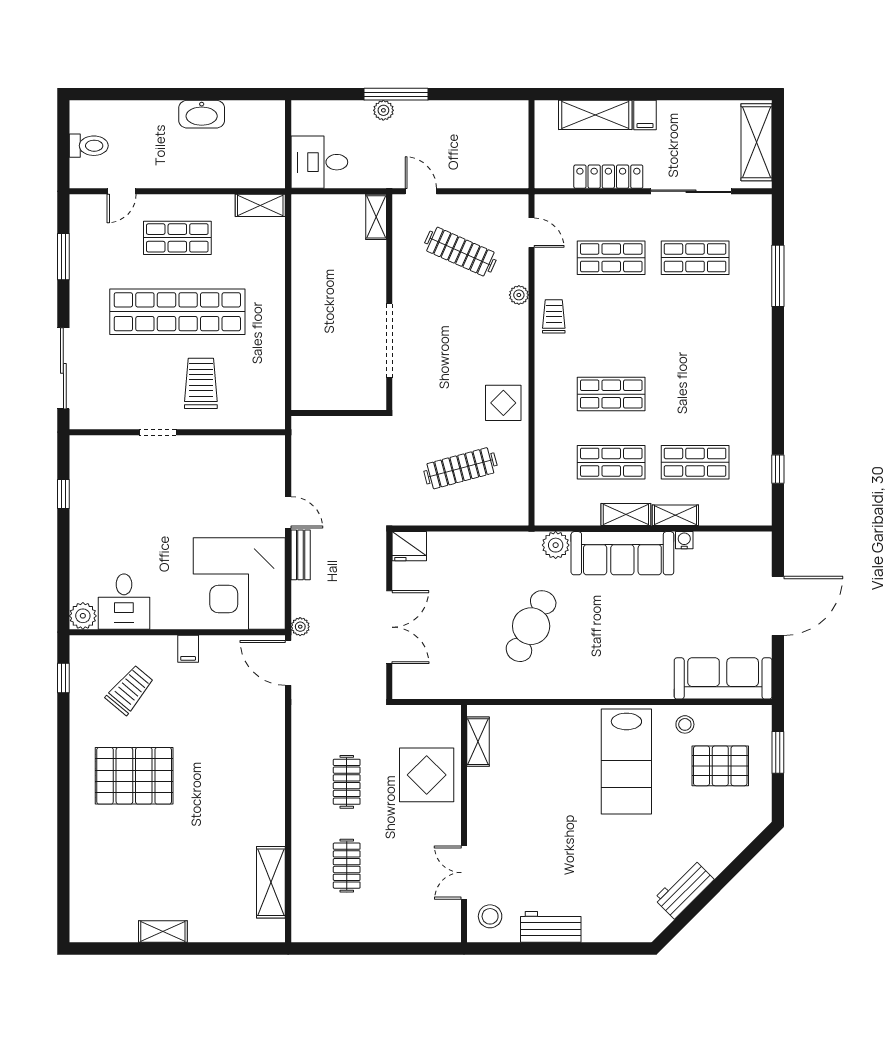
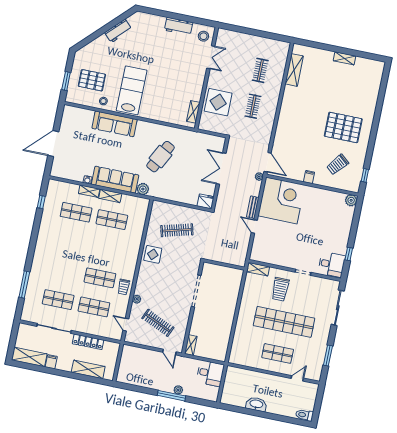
filing cabinet: (645, 115) -> (51, 362), moved
shelving: (756, 142) -> (29, 357), moved, turned 90
toilet: (89, 146) -> (304, 415), moved
shelving: (260, 205) -> (258, 269), moved
shop shelf: (611, 394) -> (100, 278), moved
desk: (124, 602) -> (332, 264), moved, turned 90
sofa: (723, 678) -> (115, 124), moved

